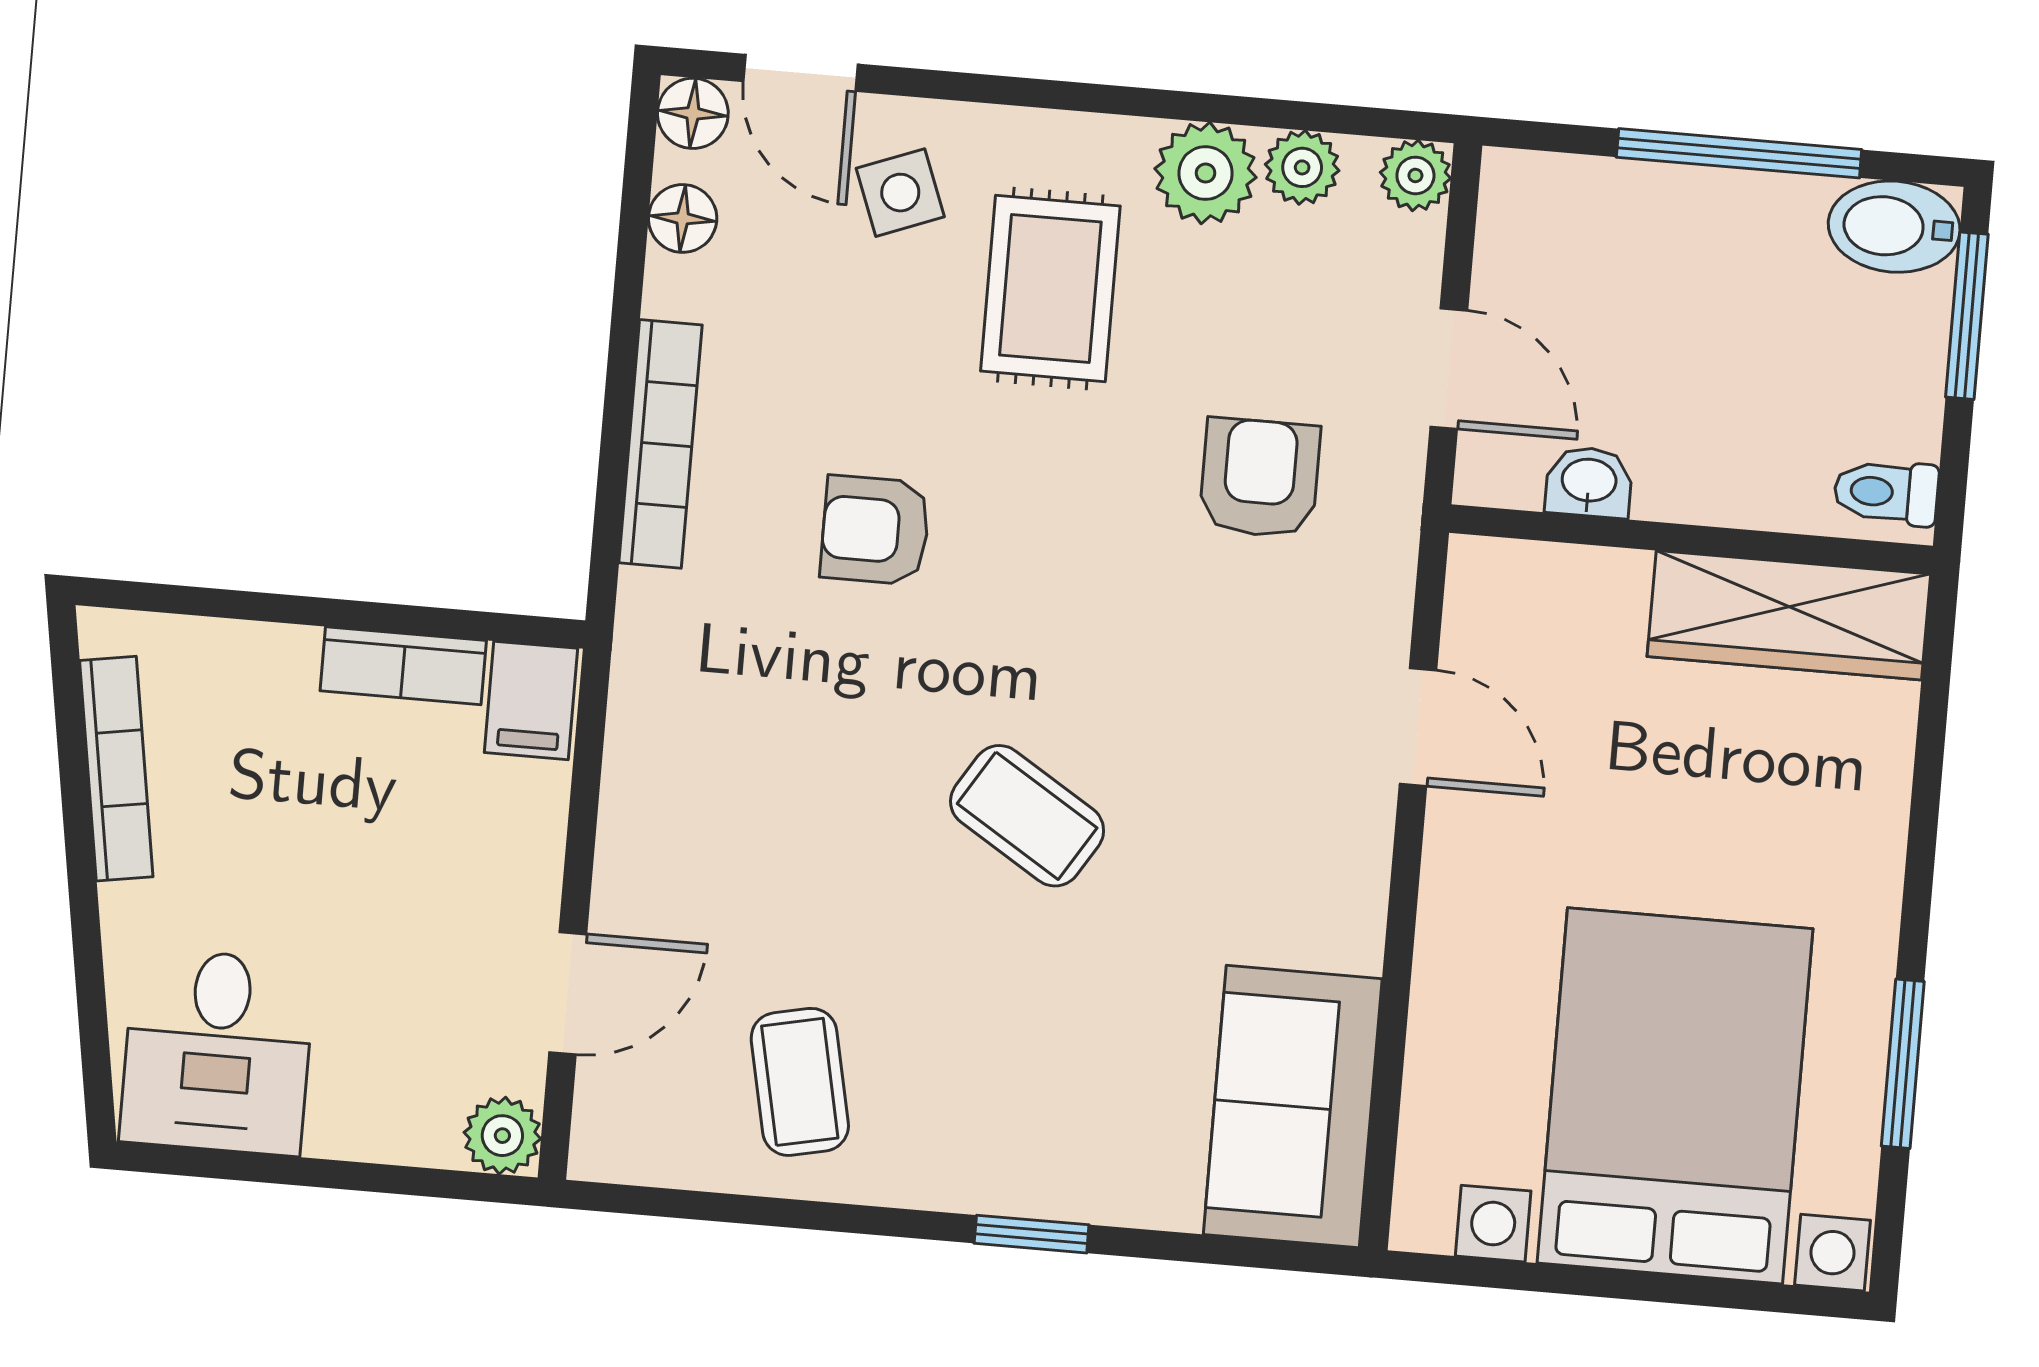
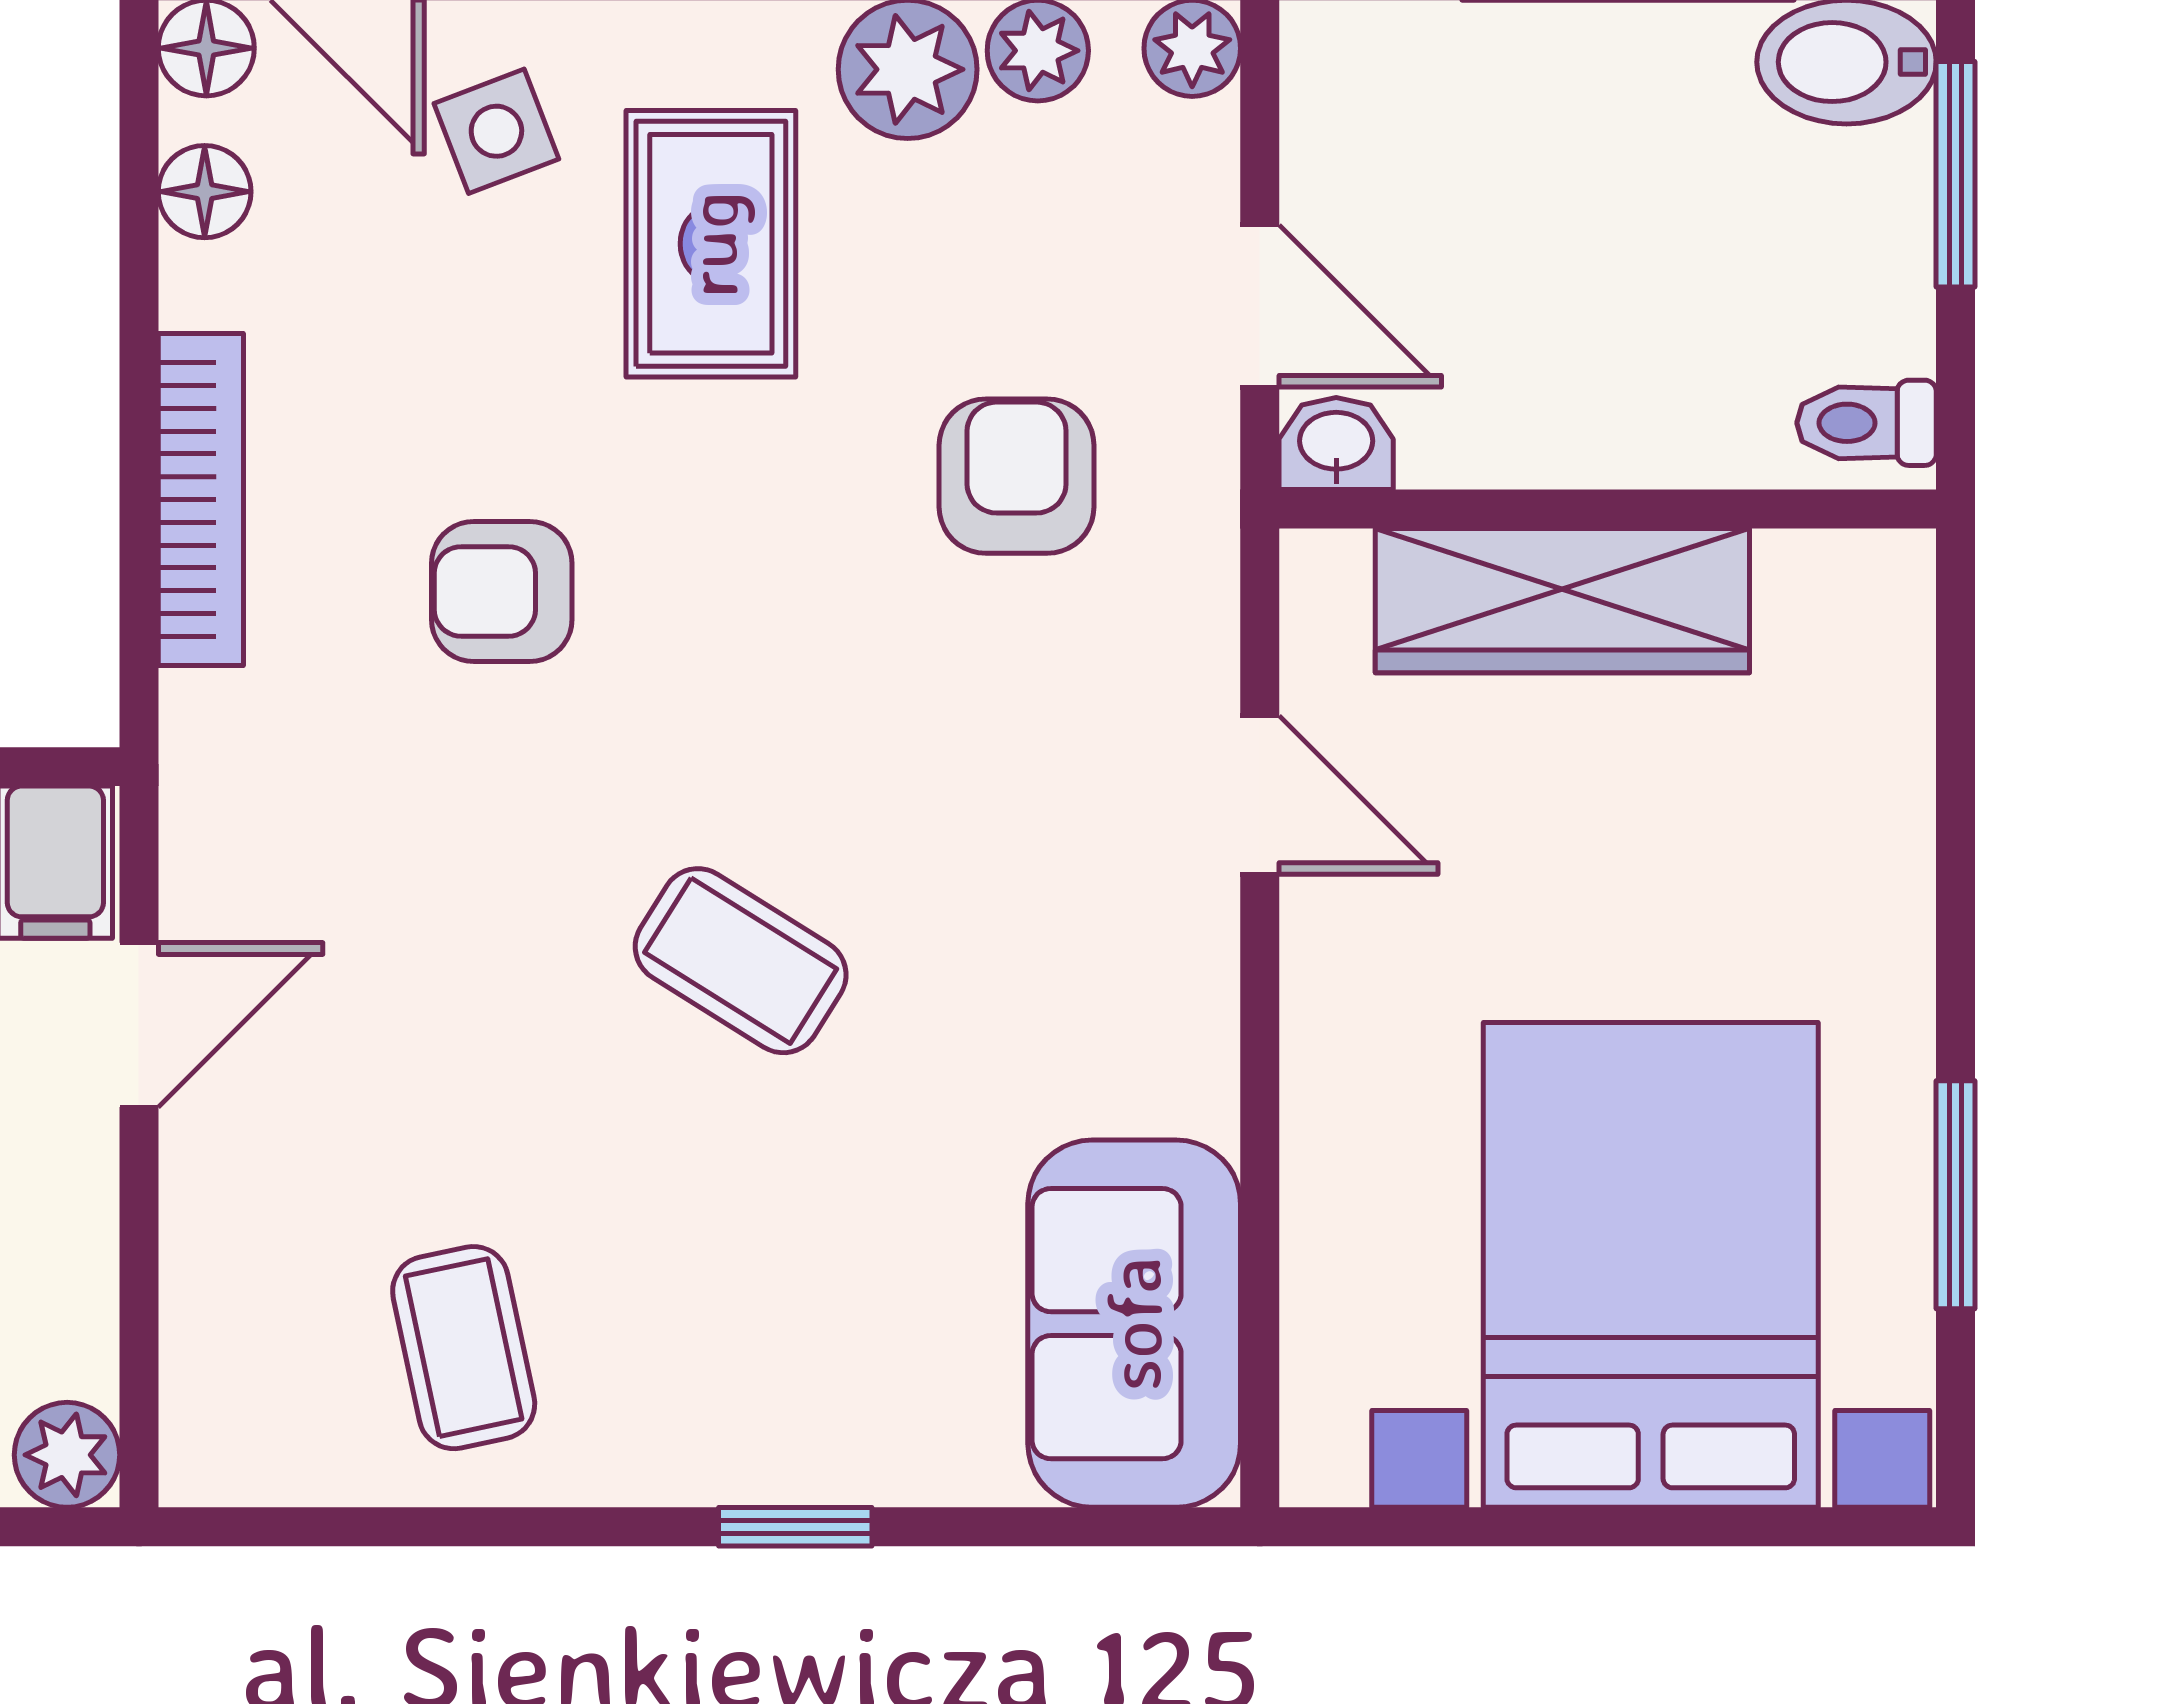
washbasin: (1589, 482) -> (1336, 444), moved
wardrobe: (1789, 615) -> (1562, 601), moved
door: (568, 993) -> (139, 1025), moved

